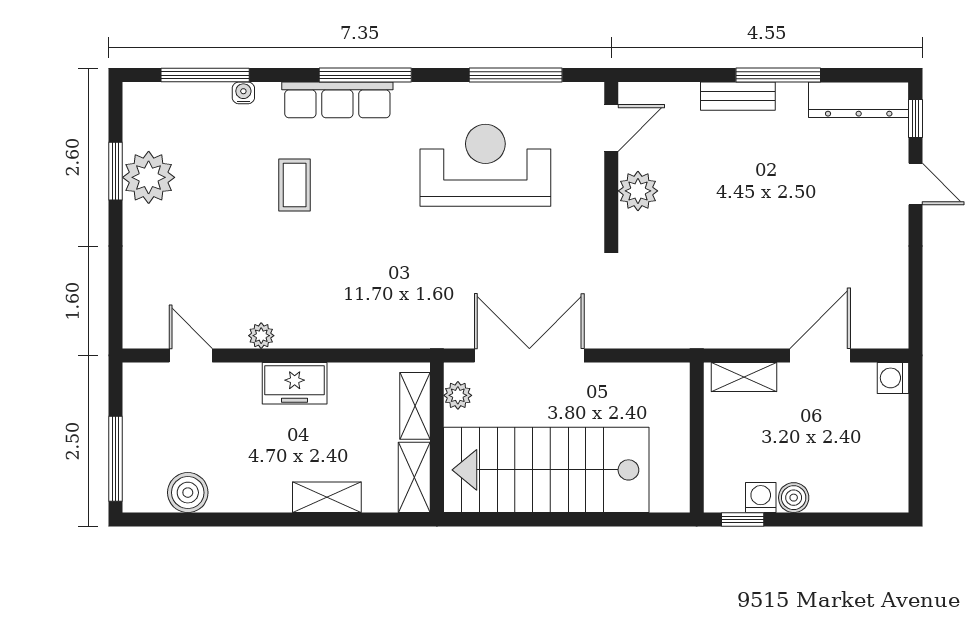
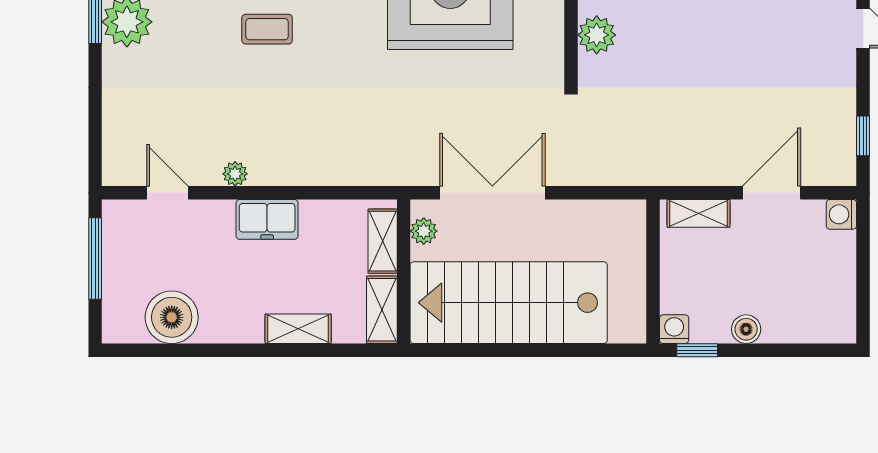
coffee table: (295, 185) -> (267, 29), turned 90
window: (915, 296) -> (863, 136), added
window: (115, 459) -> (95, 258), moved
boiler: (188, 493) -> (172, 317), width x1.37, depth x1.37
washing machine: (761, 498) -> (674, 329), moved

